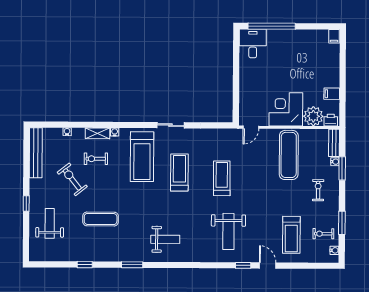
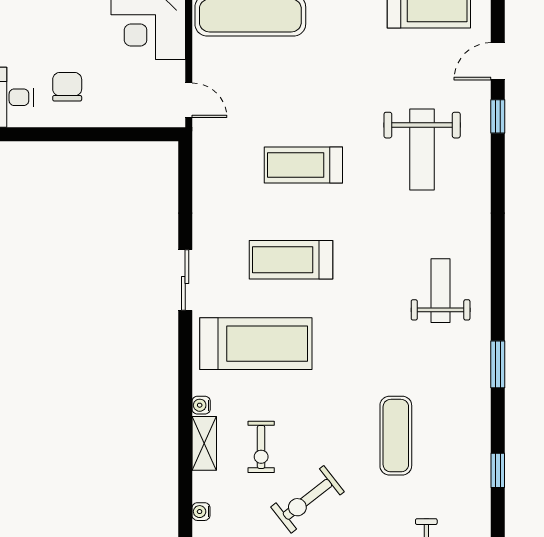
chair: (257, 73) -> (67, 87), added
weight bench: (228, 231) -> (422, 149), turned 90

